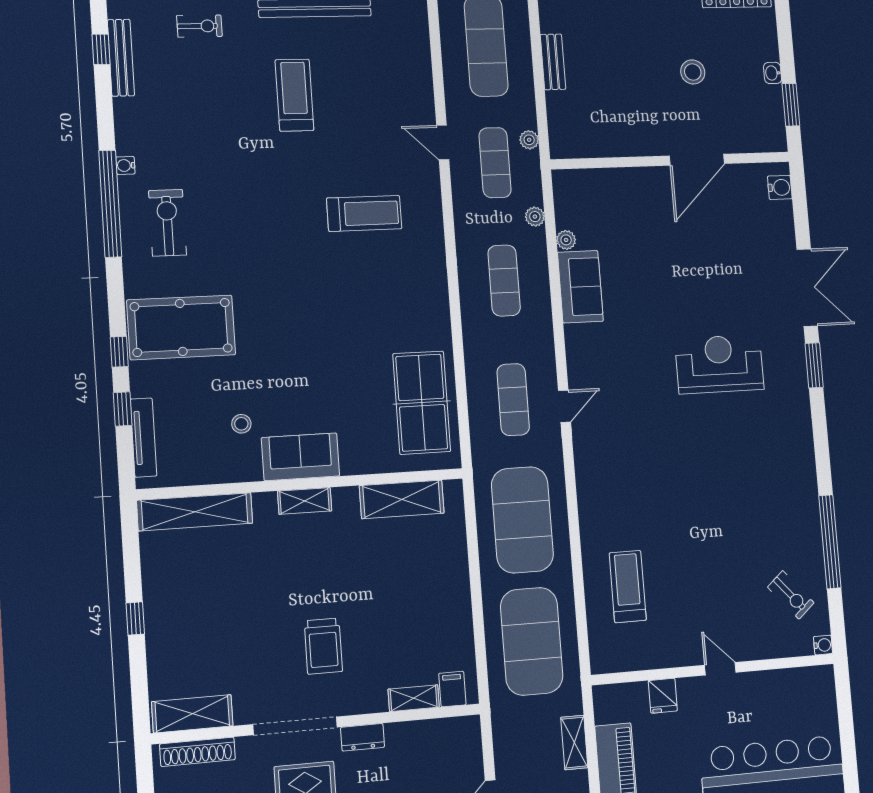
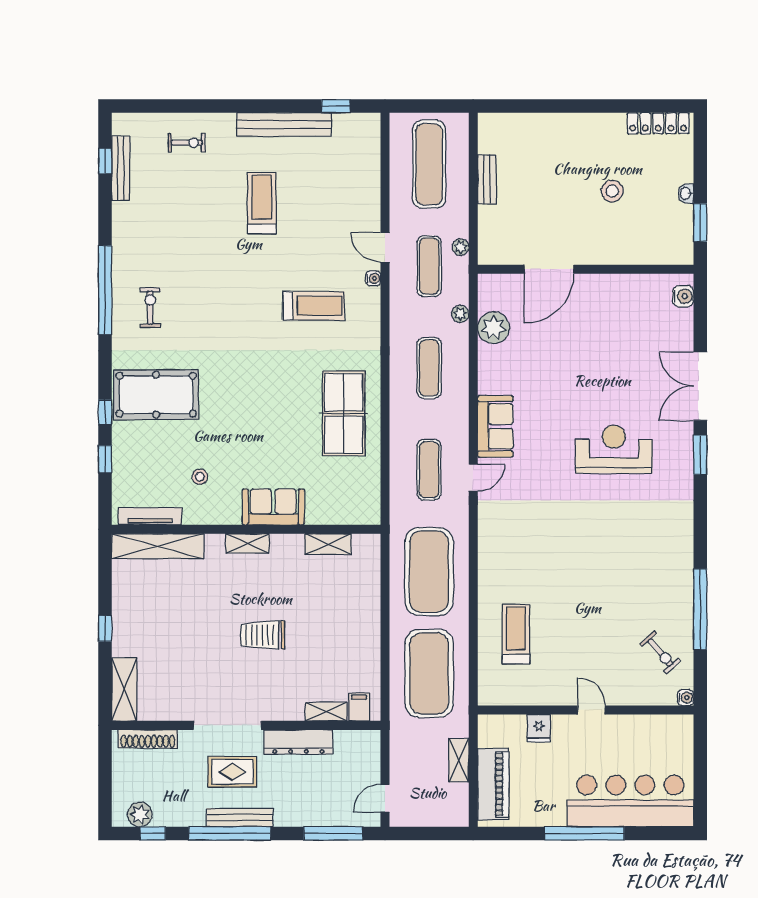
door: (697, 160) -> (549, 269), moved
water cooler: (125, 165) -> (373, 278), moved, turned 180
exercise bike: (168, 223) -> (150, 308), width x0.73, depth x0.72
plant: (566, 240) -> (493, 328), width x1.87, depth x1.87
sofa: (580, 287) -> (495, 426), moved
double door: (807, 288) -> (700, 386), swing flipped
table tennis table: (422, 403) -> (344, 413), moved
tv unit: (144, 438) -> (150, 516), moved, turned -90
sofa: (301, 457) -> (273, 507), moved
shelving: (402, 499) -> (328, 544), width x0.67, depth x0.75
trolley: (323, 646) -> (263, 635), moved, turned 90
shelving: (192, 714) -> (124, 689), moved, turned 90
dresser: (363, 737) -> (298, 742), width x1.96, depth x1.24

